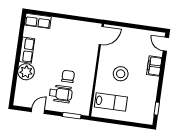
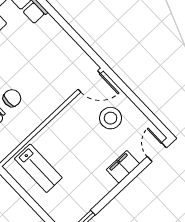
stool: (121, 74) -> (111, 118), moved

